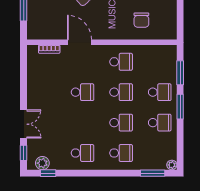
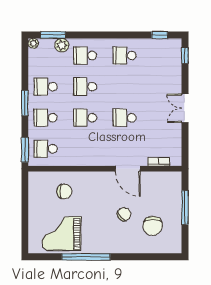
chair: (141, 20) -> (64, 191), turned 90
school desk: (121, 62) -> (46, 149), moved
window: (180, 73) -> (25, 150), moved
double door: (24, 124) -> (185, 108), moved
plant: (42, 163) -> (62, 45), moved

